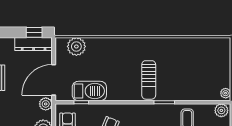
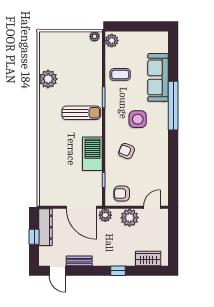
window: (34, 32) -> (34, 237), moved
plant: (76, 46) -> (48, 79), moved
barbecue: (89, 91) -> (92, 154), moved

